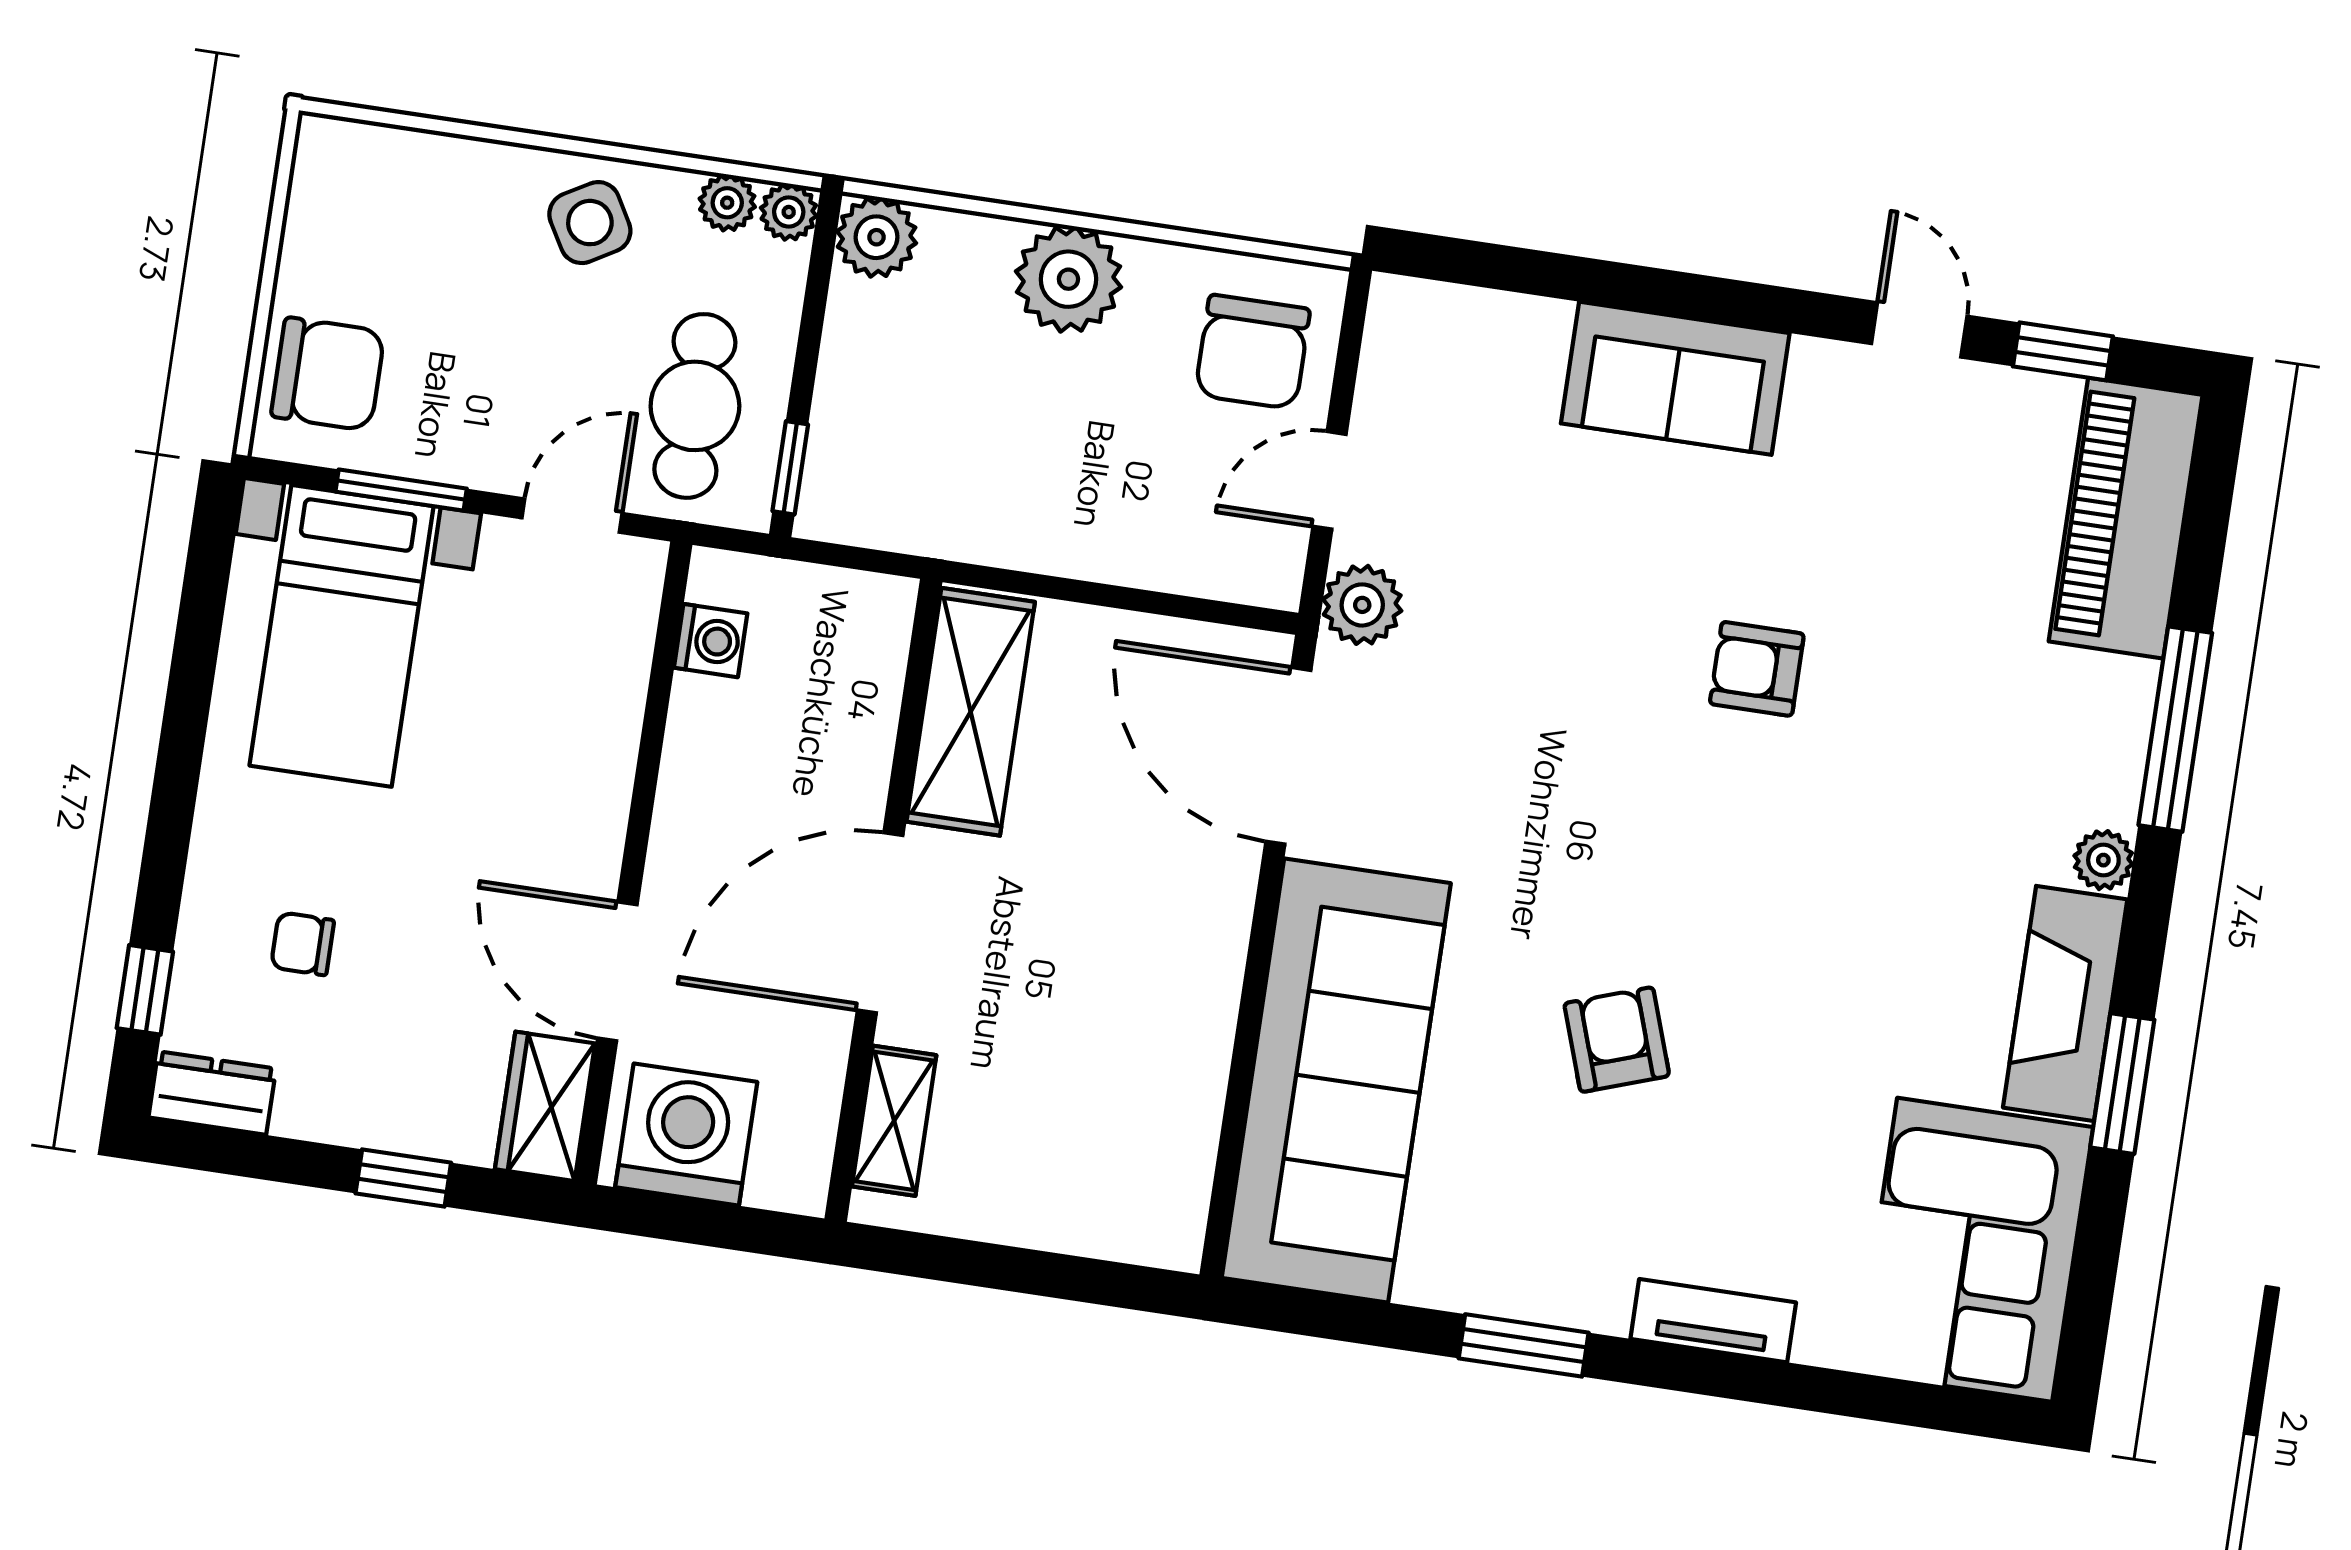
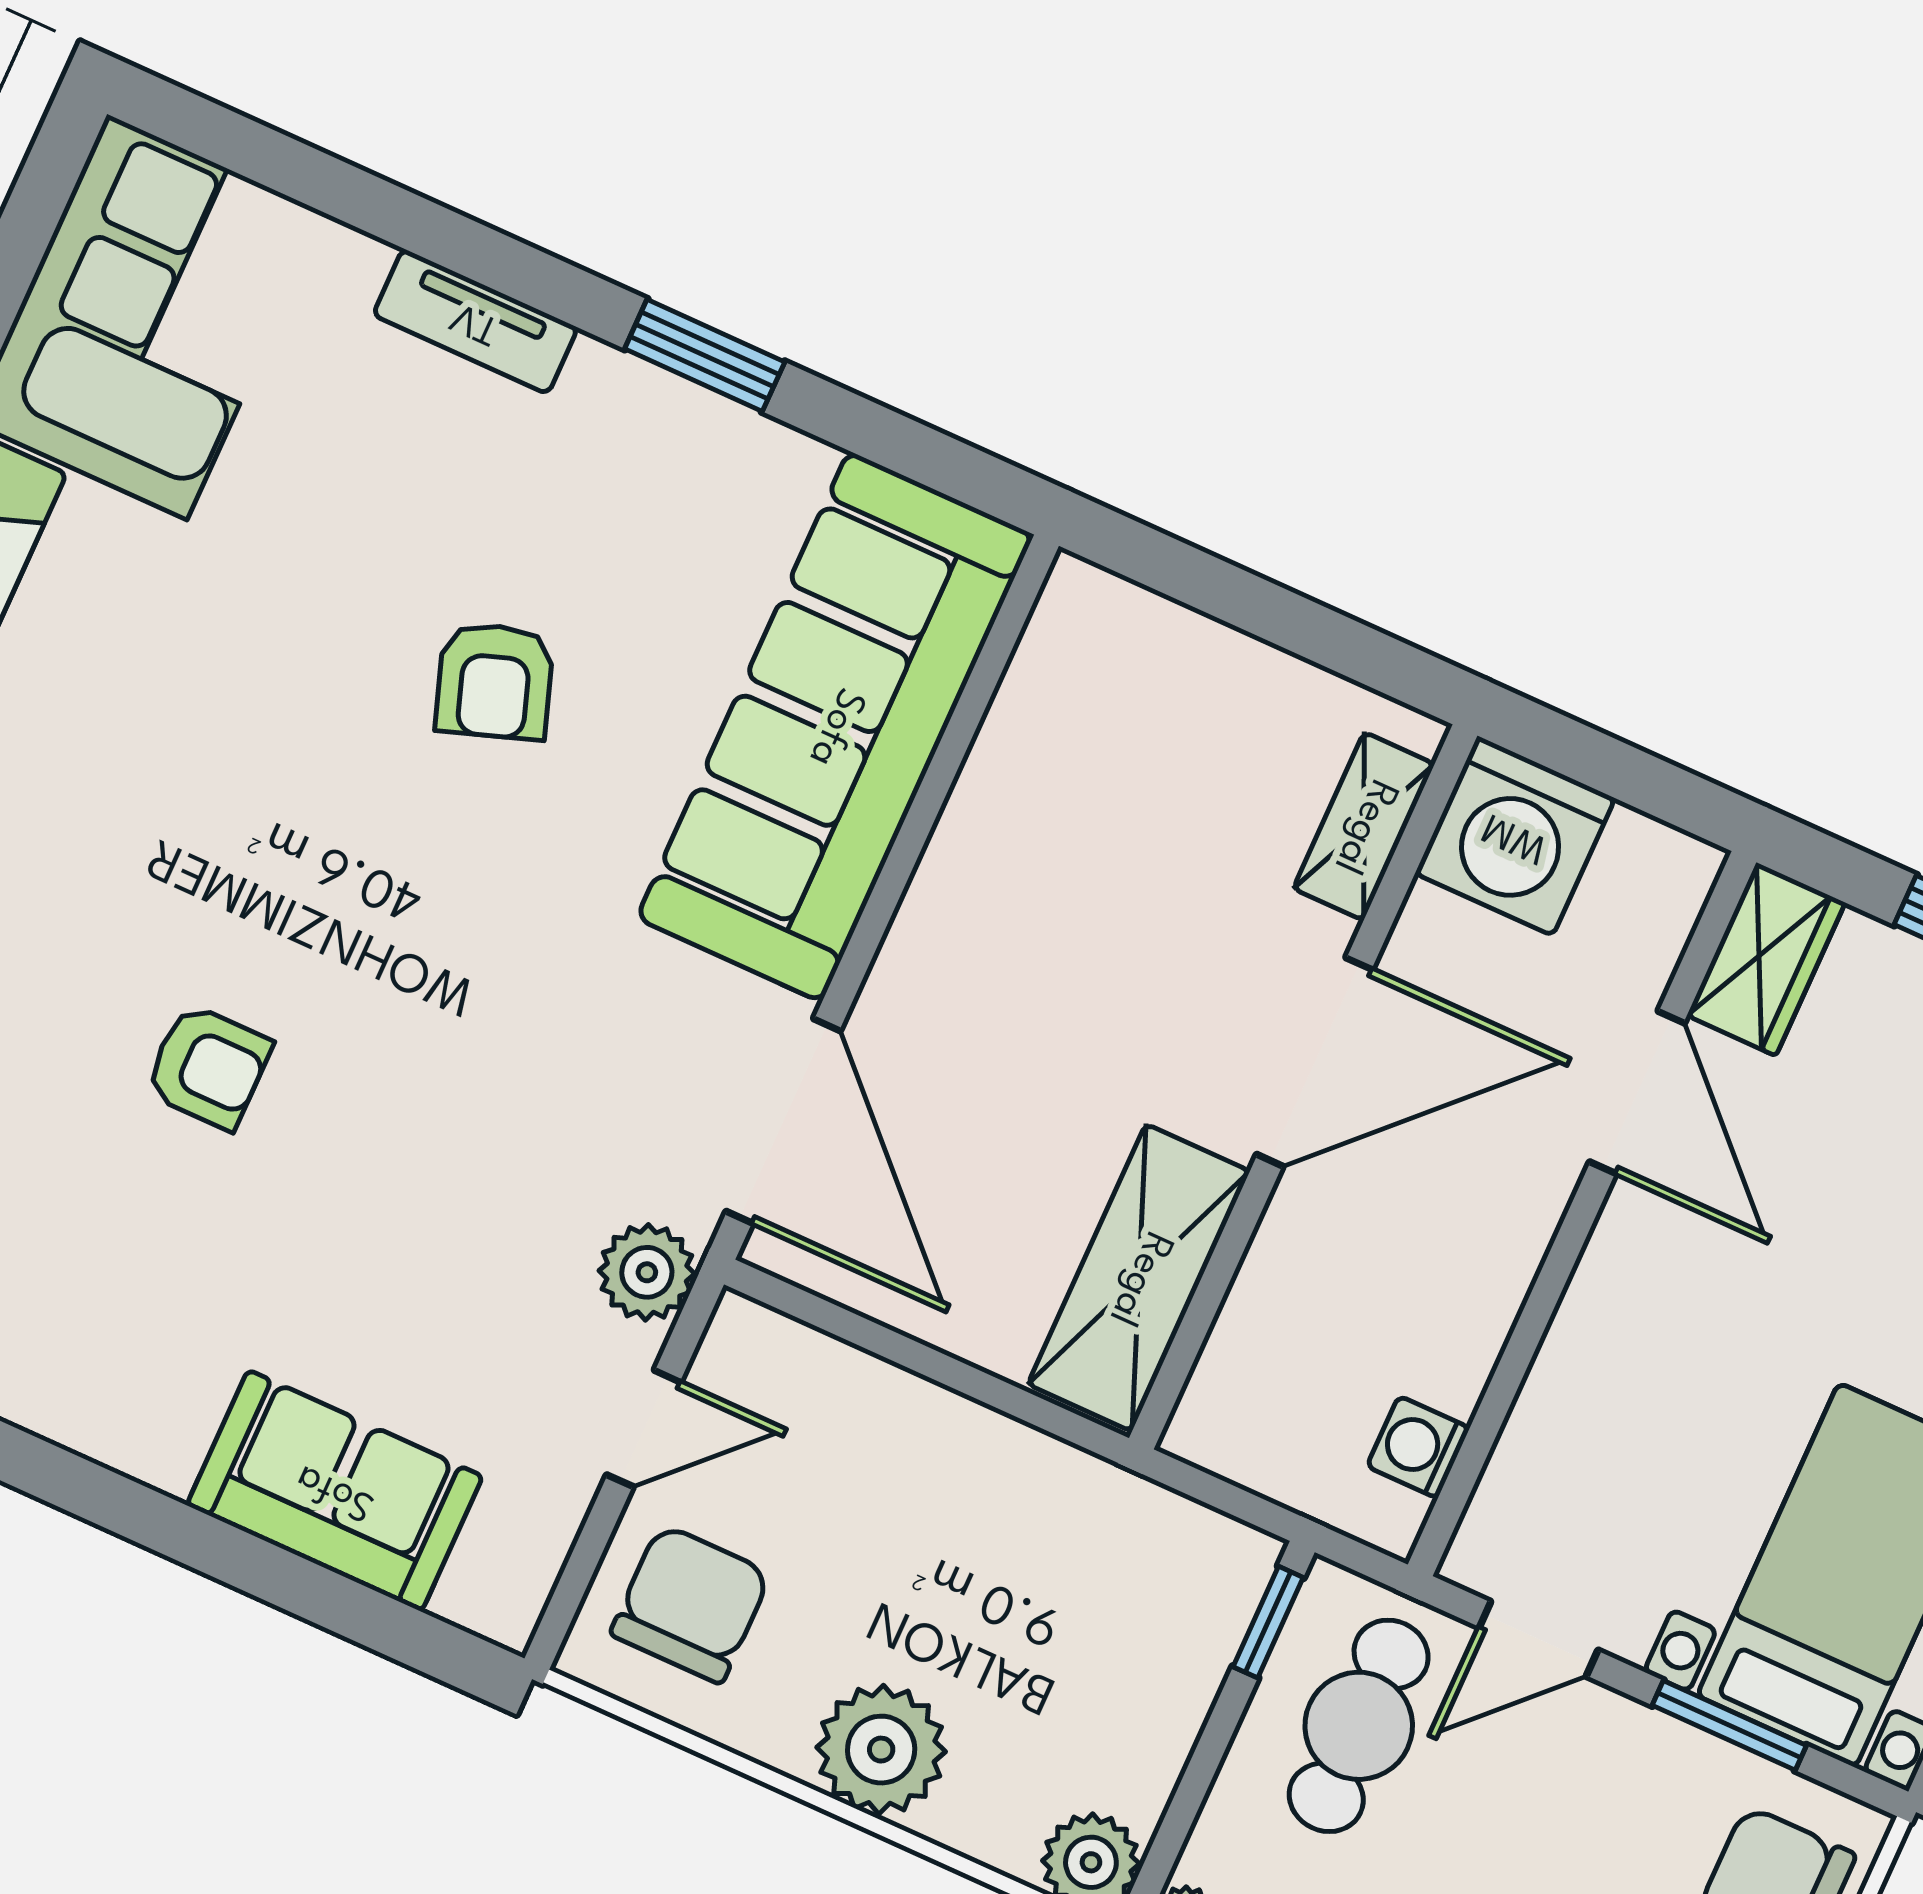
sofa: (1675, 378) -> (335, 1491), moved
washing machine: (686, 1135) -> (1515, 836), moved

